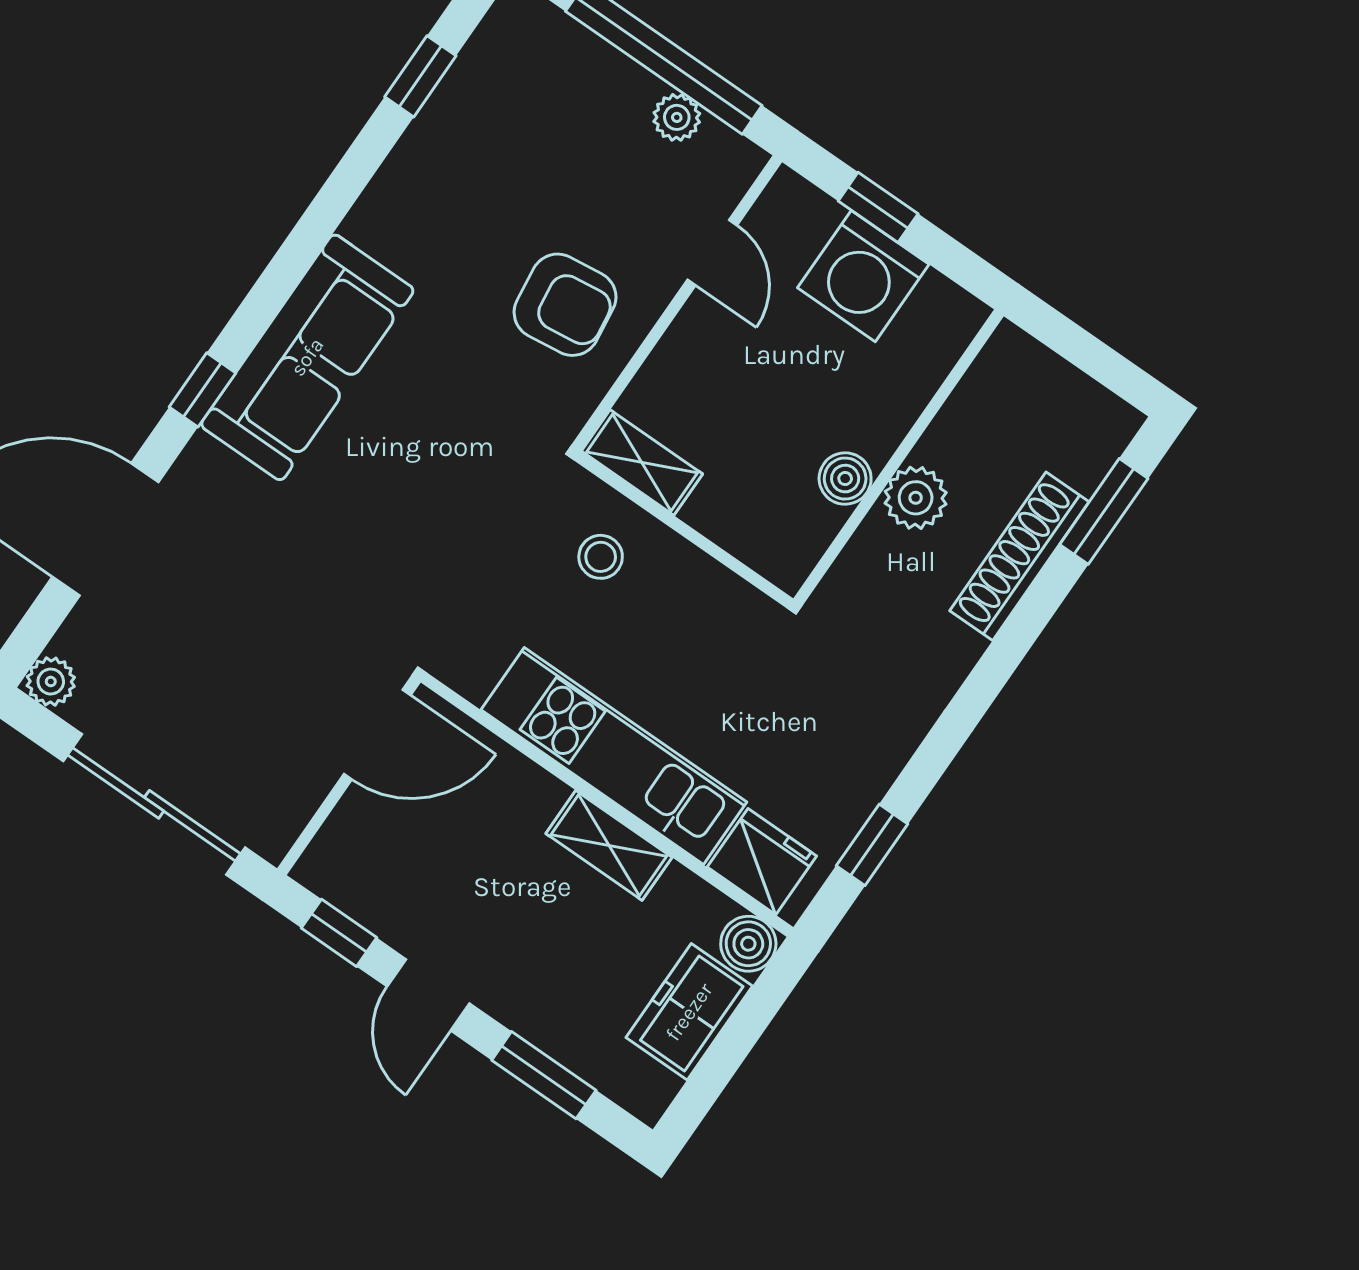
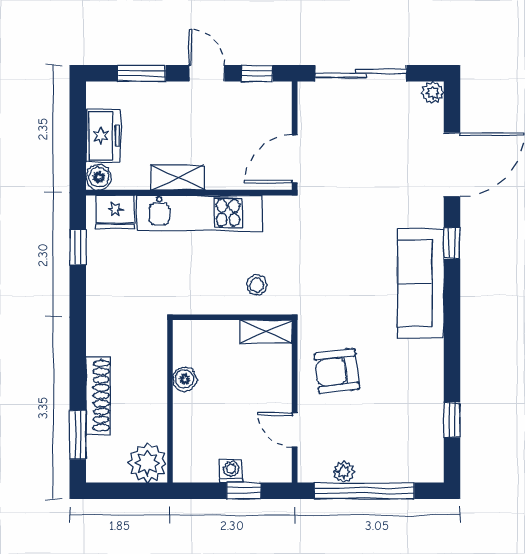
washing machine: (863, 276) -> (231, 471), width x0.53, depth x0.53
plant: (916, 498) -> (148, 463), moved, width x1.36, depth x1.36

